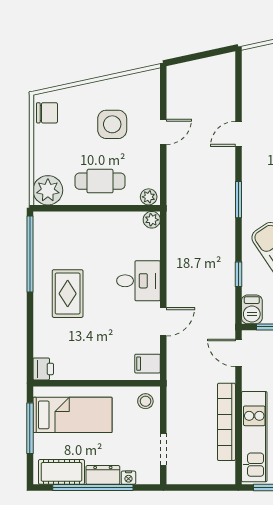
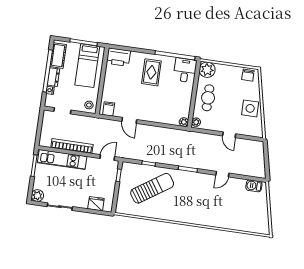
side table: (112, 124) -> (250, 108), moved
door: (238, 134) -> (222, 174), swing flipped
desk: (139, 281) -> (185, 70), moved, turned 180
rug: (68, 294) -> (151, 72), turned 90
barbecue: (252, 309) -> (254, 186), moved
printer: (43, 369) -> (118, 57), width x1.87, depth x1.48

